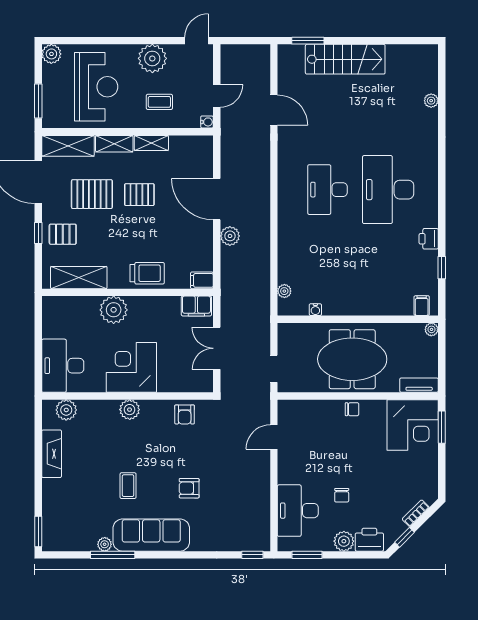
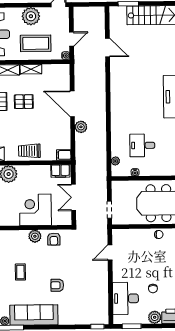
coffee table: (159, 102) -> (36, 43), width x1.86, depth x1.72
desk: (327, 190) -> (142, 145), moved, width x0.73
trolley: (147, 273) -> (29, 151), turned 180
corner desk: (131, 367) -> (35, 210), moved
plant: (130, 410) -> (35, 236), moved
coffee table: (128, 486) -> (20, 272), moved

